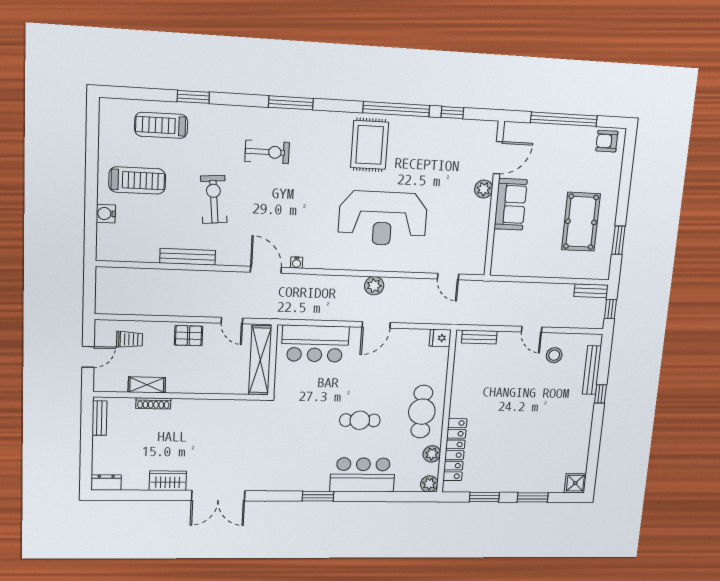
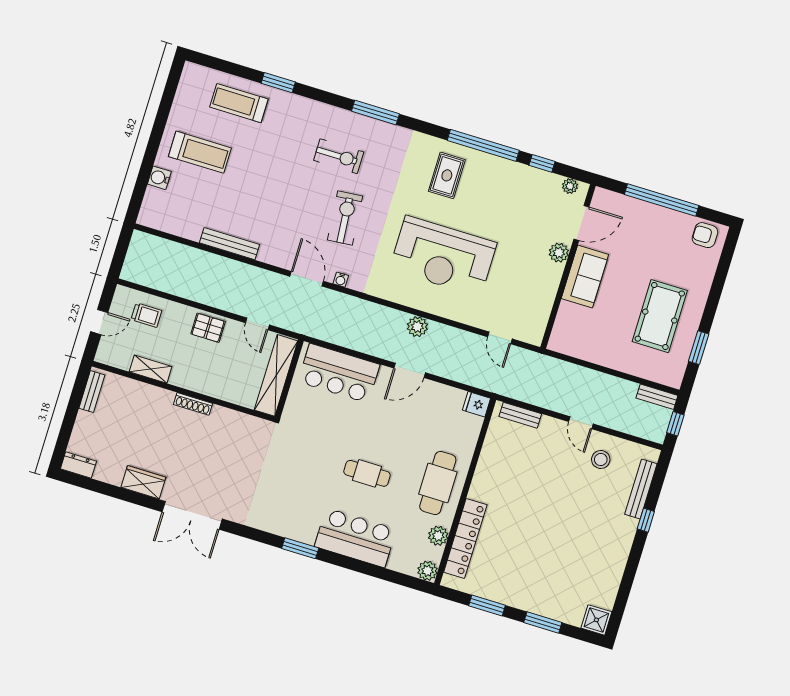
plant: (481, 127) -> (570, 186), added
rug: (370, 145) -> (447, 175), width x0.73, depth x0.70
exercise bike: (214, 199) -> (345, 218), moved
shoe rack: (153, 403) -> (193, 404), moved

